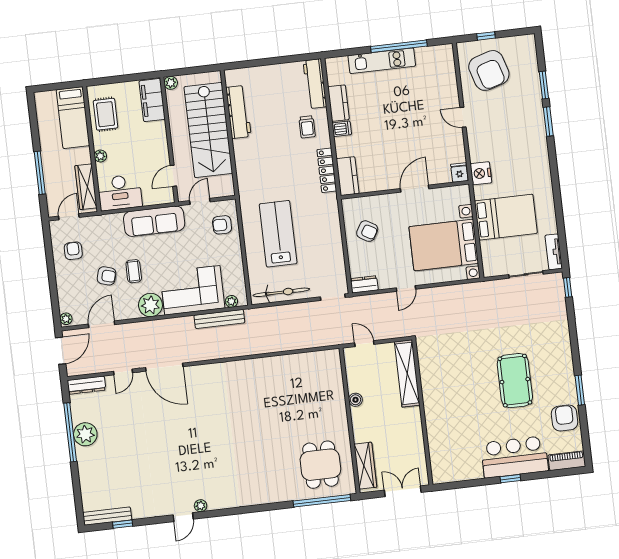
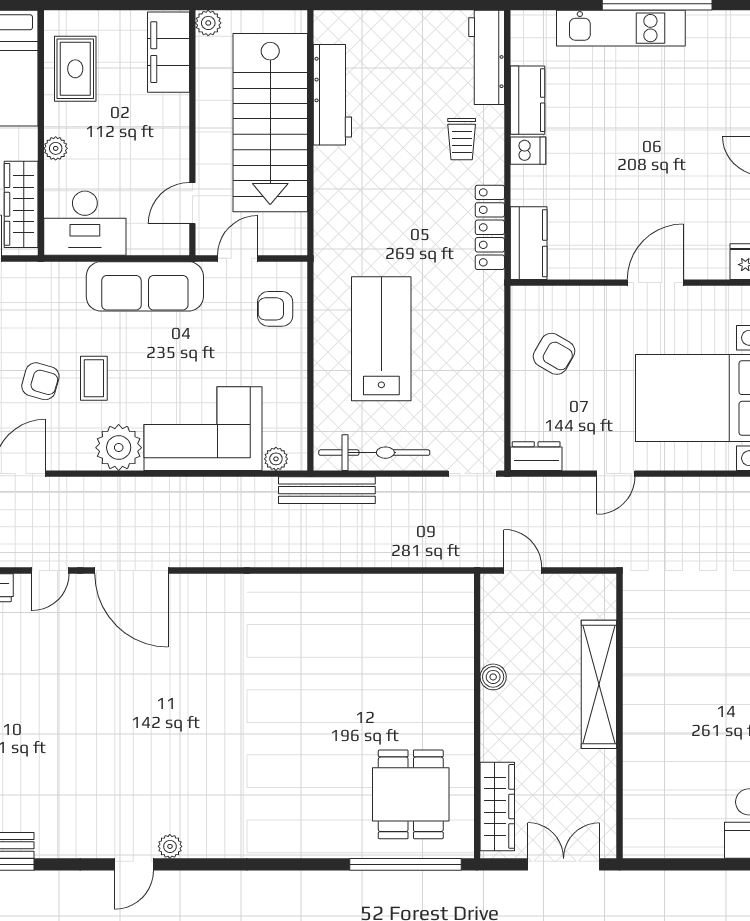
bench: (219, 319) -> (327, 490), moved
shelving: (407, 373) -> (599, 684), moved

